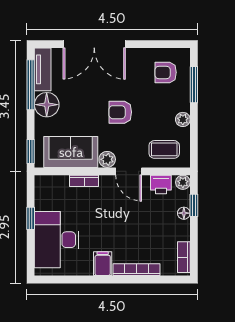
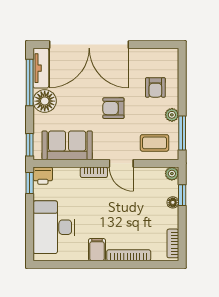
double door: (94, 44) -> (89, 45), width x1.36
armchair: (166, 72) -> (155, 87), moved, turned -90
window: (194, 85) -> (182, 133), moved
plant: (107, 159) -> (101, 152), removed
bookcase: (84, 181) -> (94, 172), moved
printer: (161, 184) -> (43, 176), moved
window: (31, 218) -> (30, 183), moved

